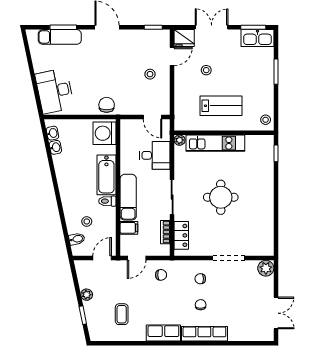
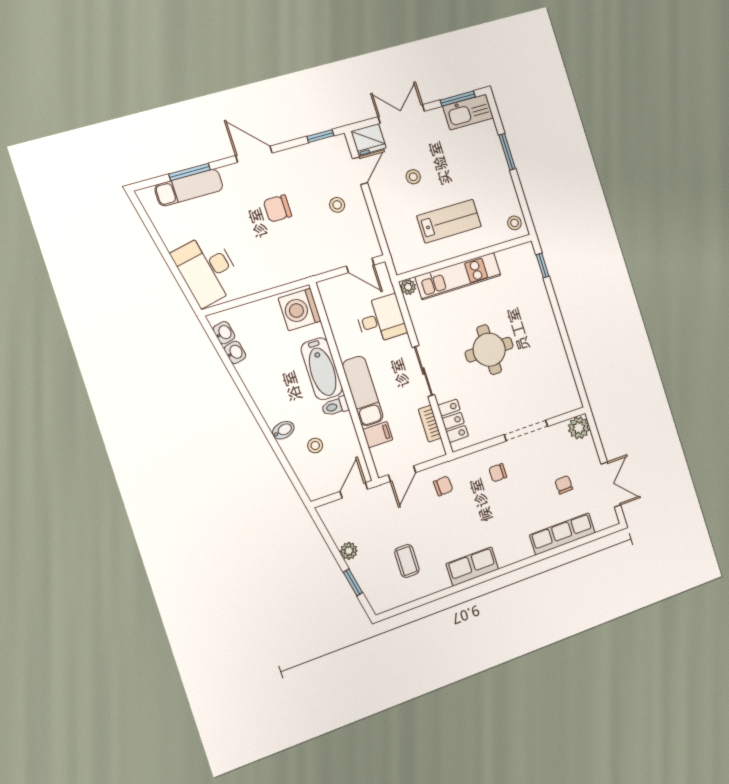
chair: (107, 105) -> (277, 208), moved, turned -90
bidet: (77, 239) -> (283, 430), moved
chair: (201, 305) -> (564, 485), moved
row of seats: (204, 334) -> (562, 534), moved

